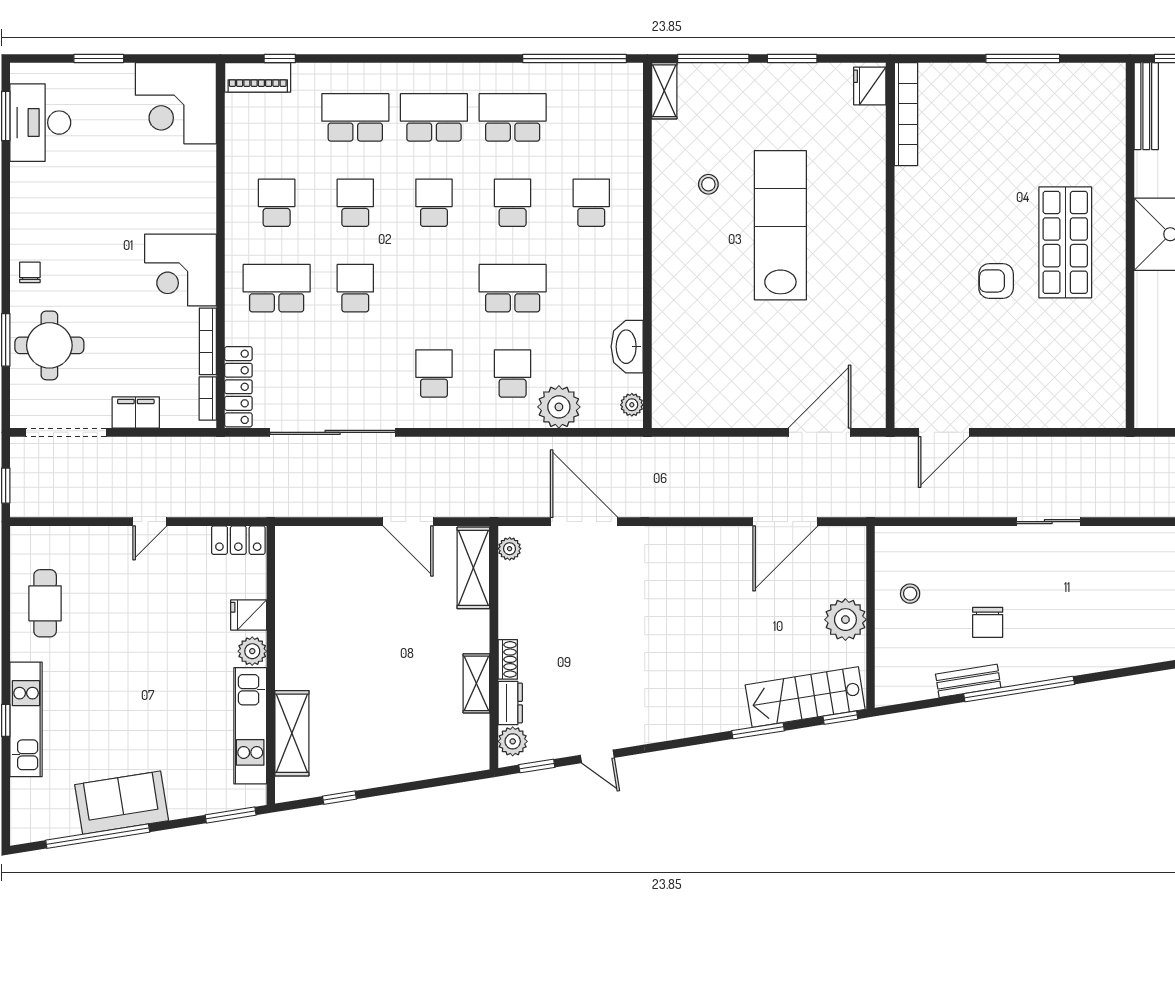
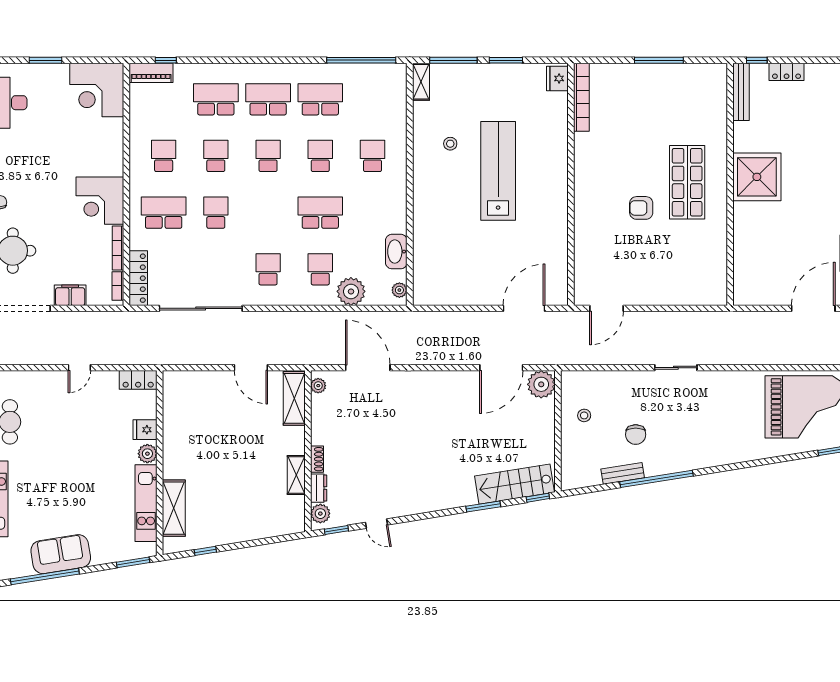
plant: (845, 620) -> (541, 384), moved

